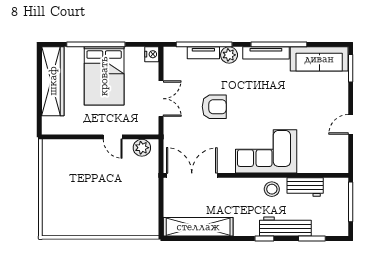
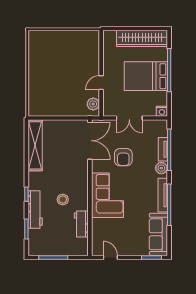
corner sofa: (266, 151) -> (108, 195), moved
double door: (192, 175) -> (90, 141), moved
wall: (256, 175) -> (90, 188), moved
workbench: (305, 187) -> (81, 224), moved

